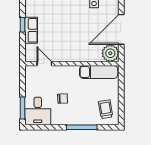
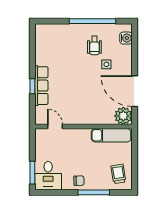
door: (121, 29) -> (135, 91), hinge flipped
row of seats: (31, 30) -> (41, 86), width x1.48
chair: (63, 99) -> (79, 181), moved

